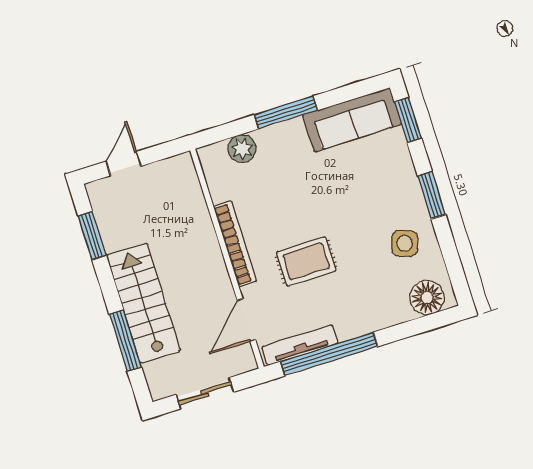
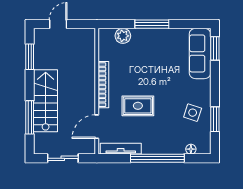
sofa: (352, 120) -> (200, 53), moved, turned 90
window: (432, 195) -> (215, 119), moved
floor lamp: (427, 298) -> (191, 149), width x0.53, depth x0.53
window: (329, 354) -> (157, 158), moved

